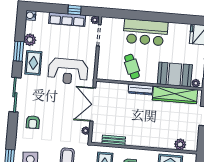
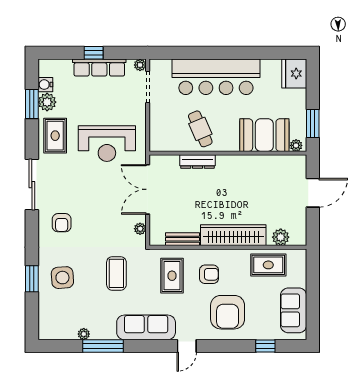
window: (74, 10) -> (94, 53), moved
water cooler: (31, 15) -> (45, 85), moved
bar counter: (145, 32) -> (216, 77), width x1.36
window: (19, 51) -> (32, 104), moved
dresser: (140, 90) -> (197, 162), moved
wardrobe: (175, 95) -> (233, 235), moved, turned 180

